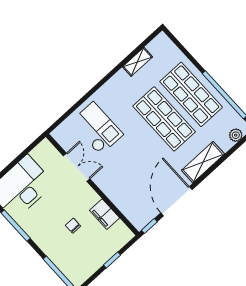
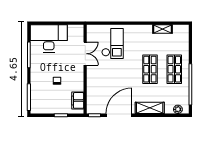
shop shelf: (191, 94) -> (174, 69), width x0.70, depth x0.74
shop shelf: (164, 119) -> (150, 69), width x0.70, depth x0.74
filing cabinet: (105, 214) -> (78, 100), moved

